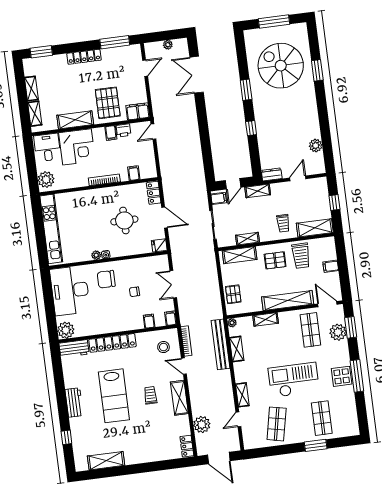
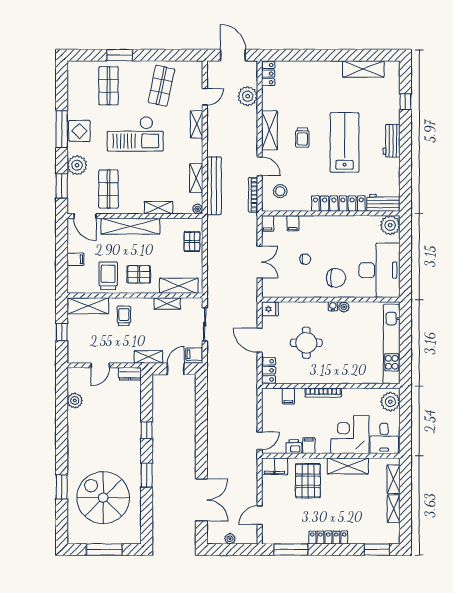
spiral stairs: (281, 66) -> (103, 498), turned 180
plant: (338, 332) -> (77, 165), moved

